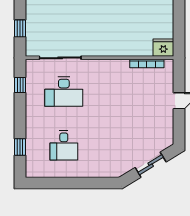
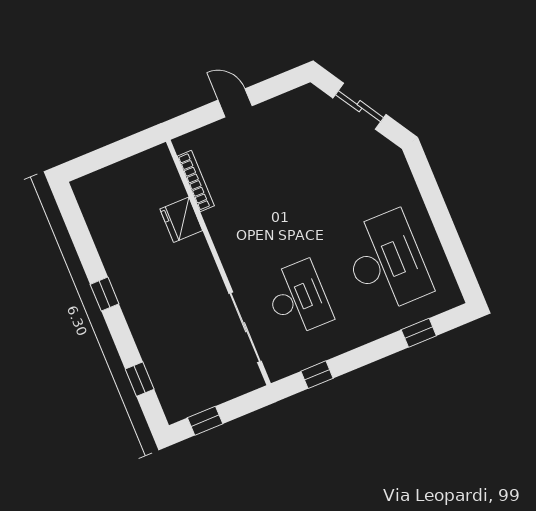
window: (20, 28) -> (205, 421), moved
fridge: (163, 48) -> (181, 220), moved
desk: (64, 145) -> (386, 262), width x1.87, depth x1.30

